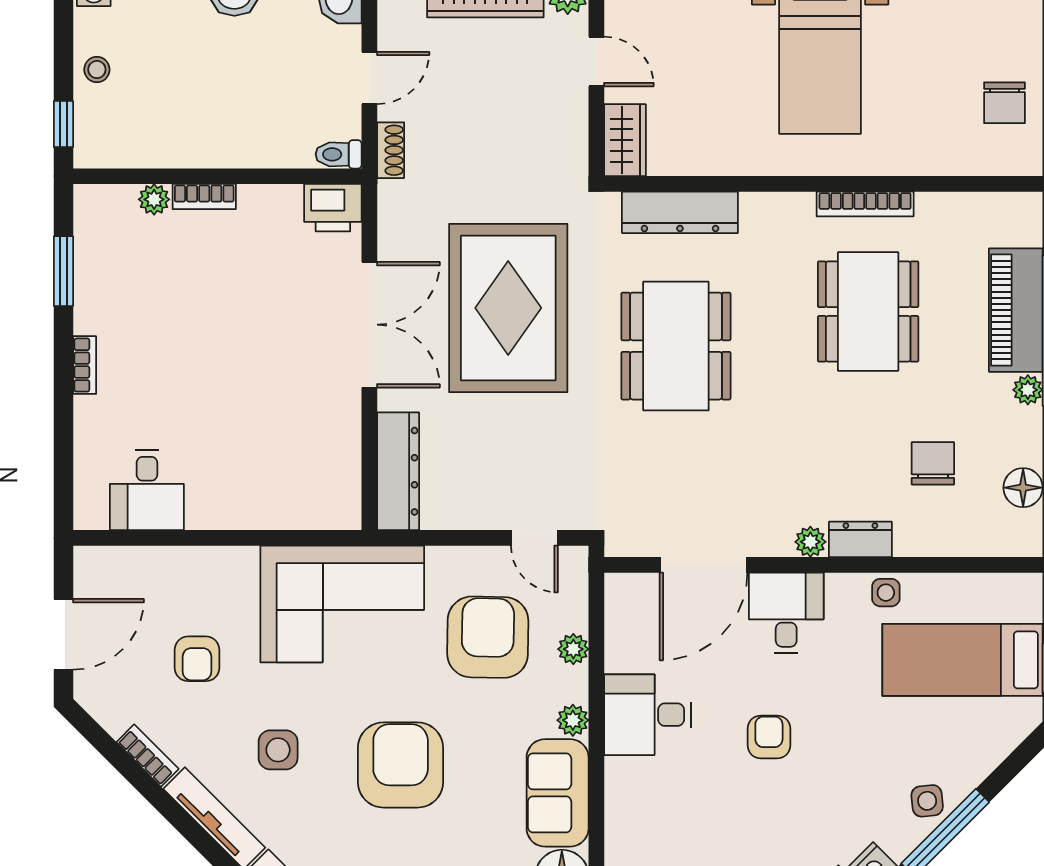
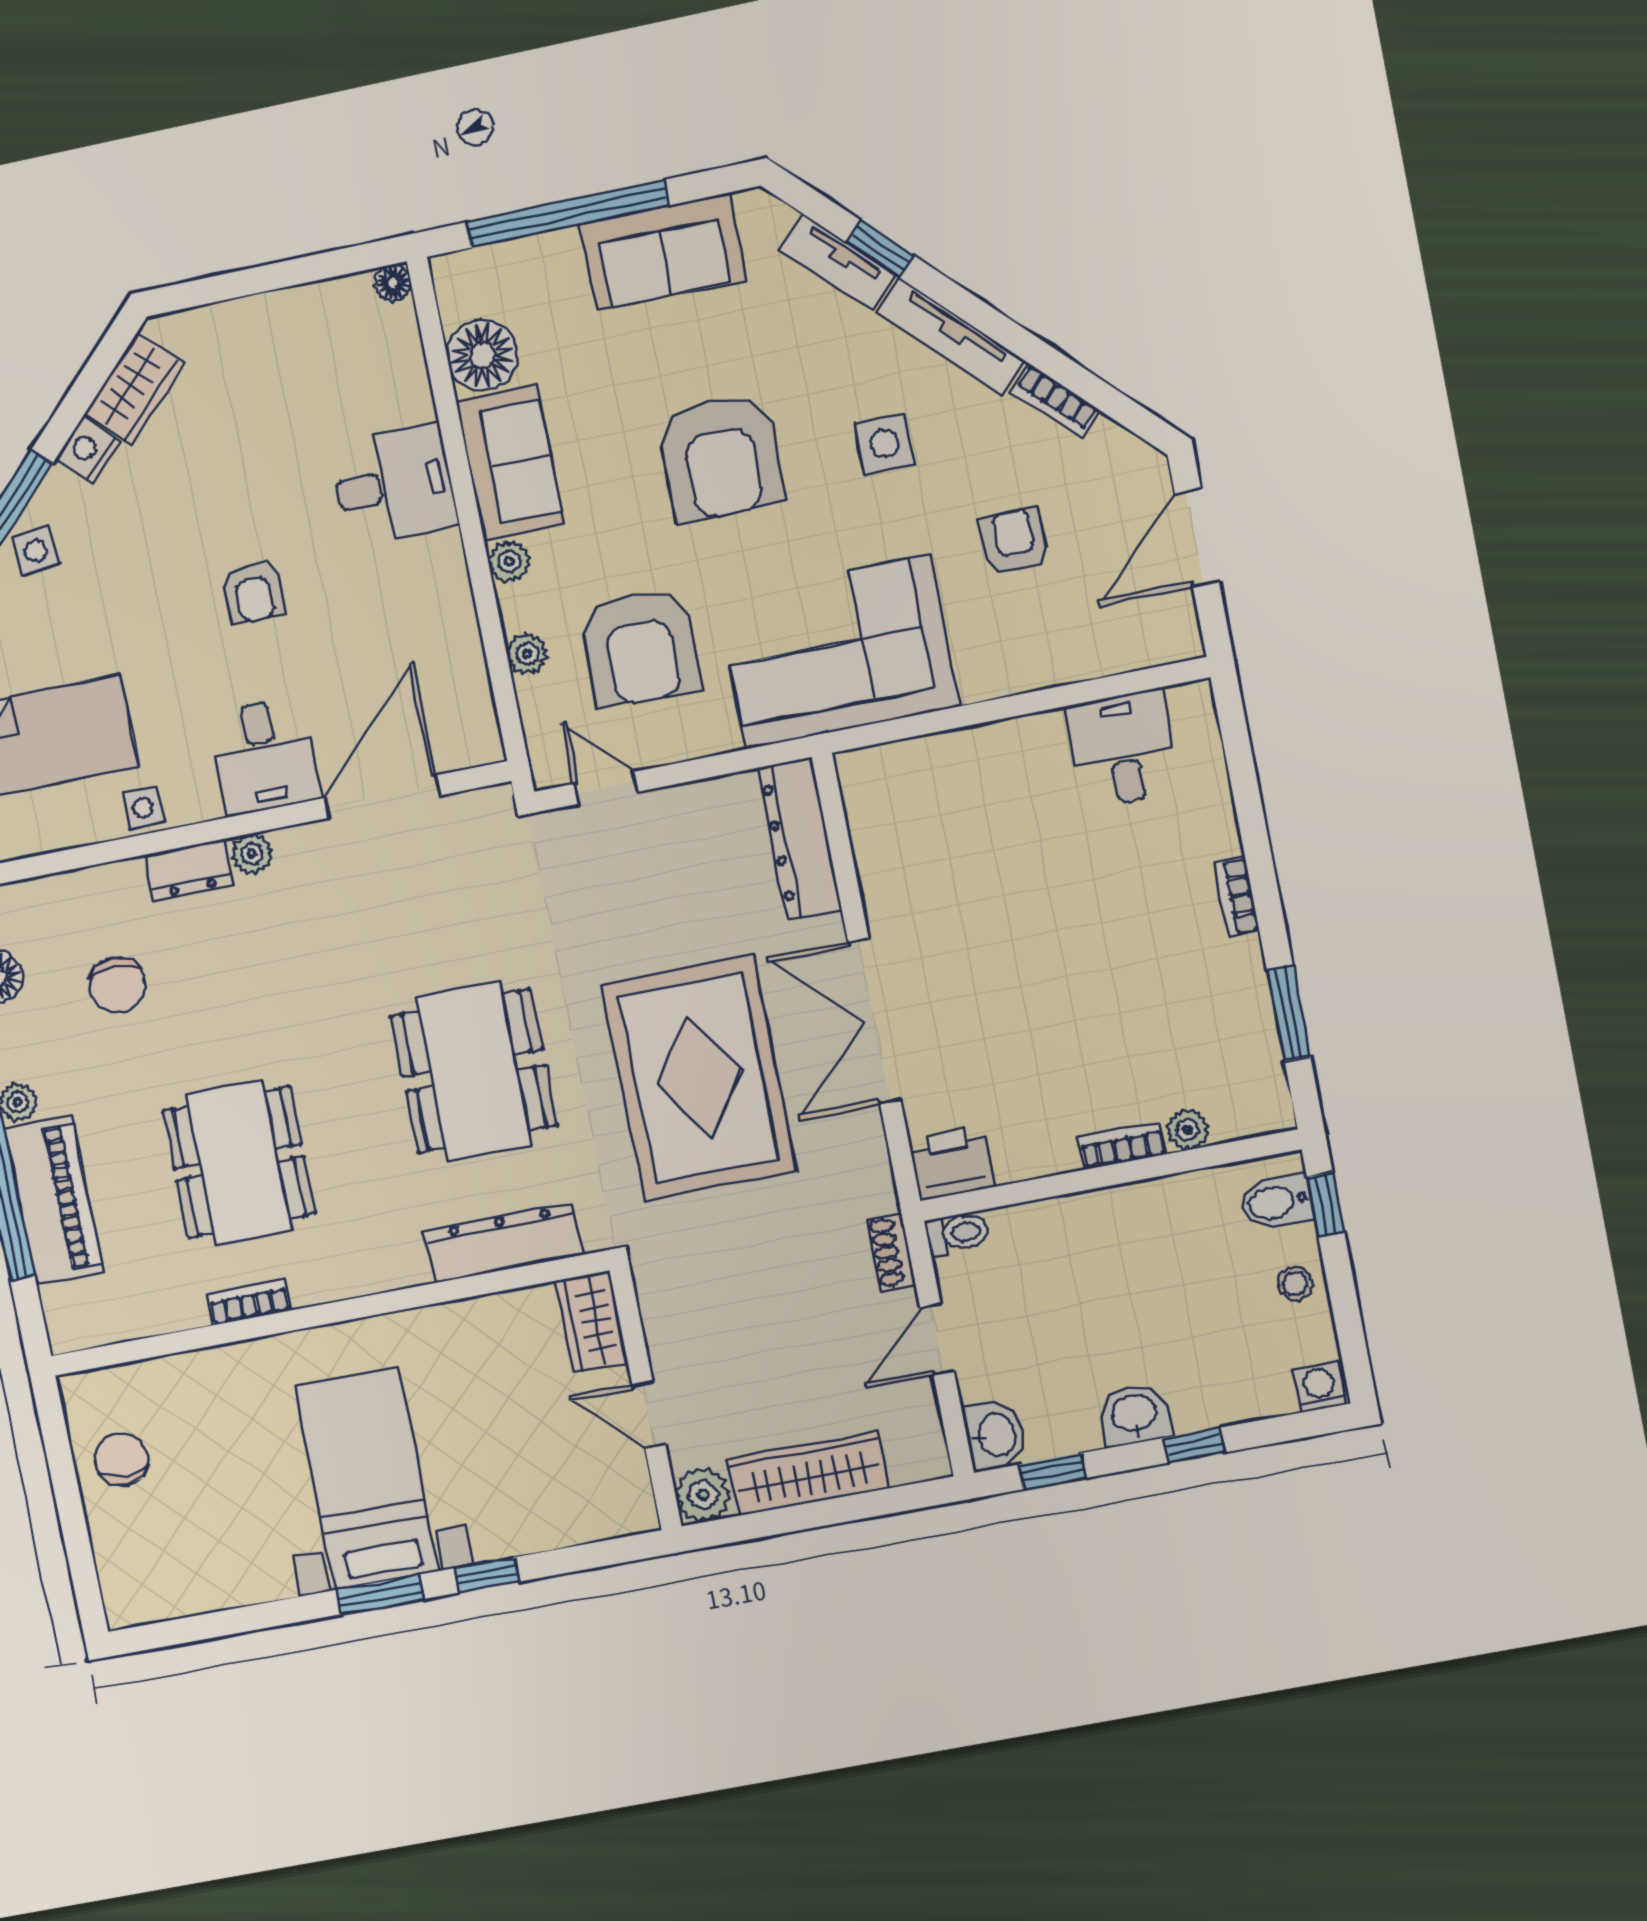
bidet: (99, 133) -> (1276, 1202), added
bookcase: (865, 204) -> (249, 1302), width x0.64
desk: (648, 715) -> (394, 485), moved

